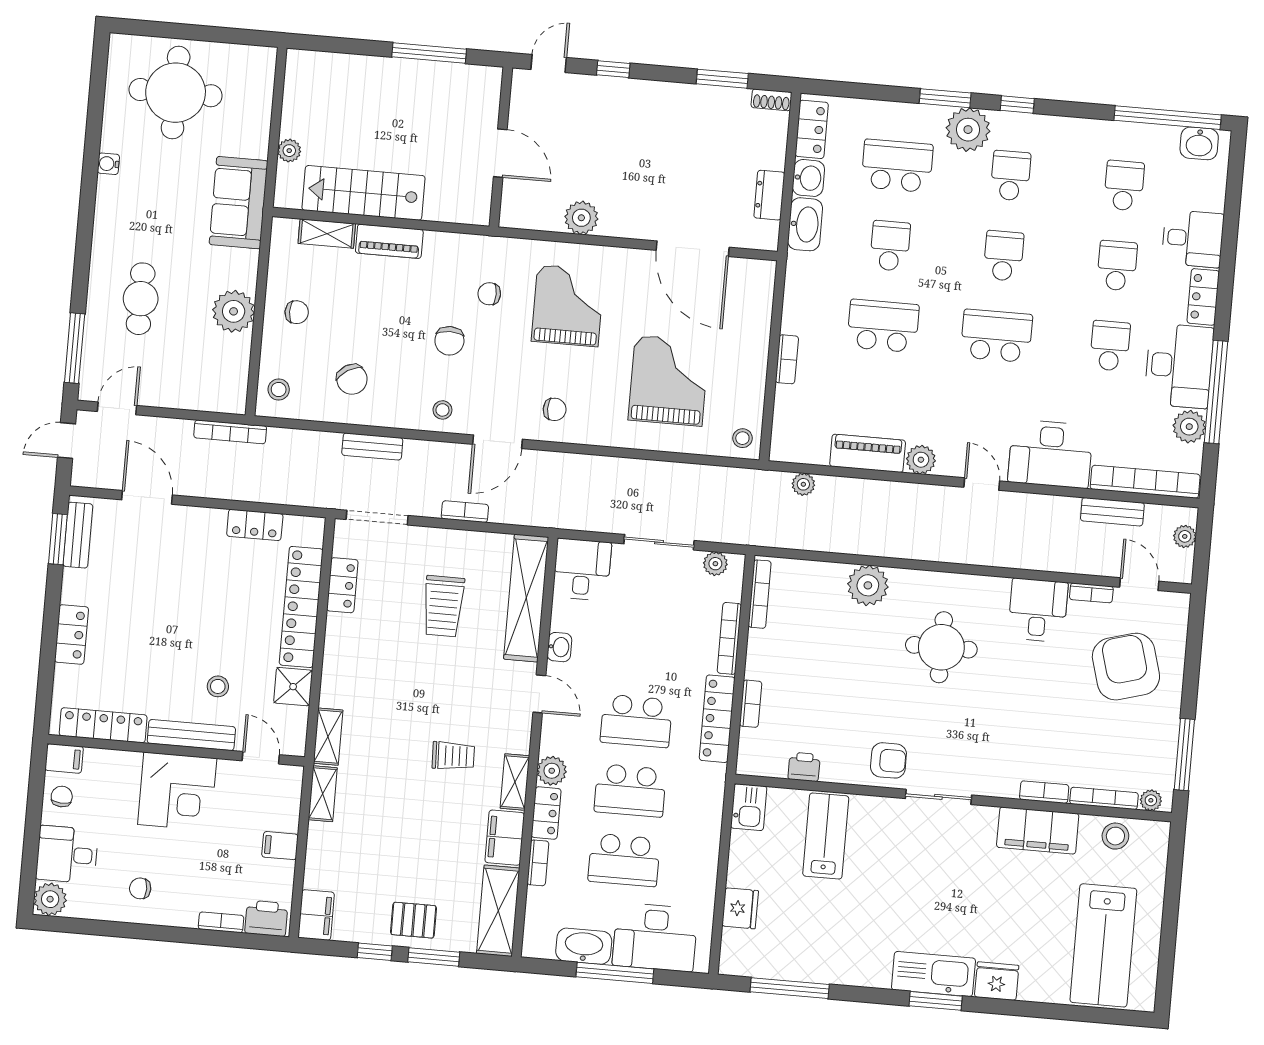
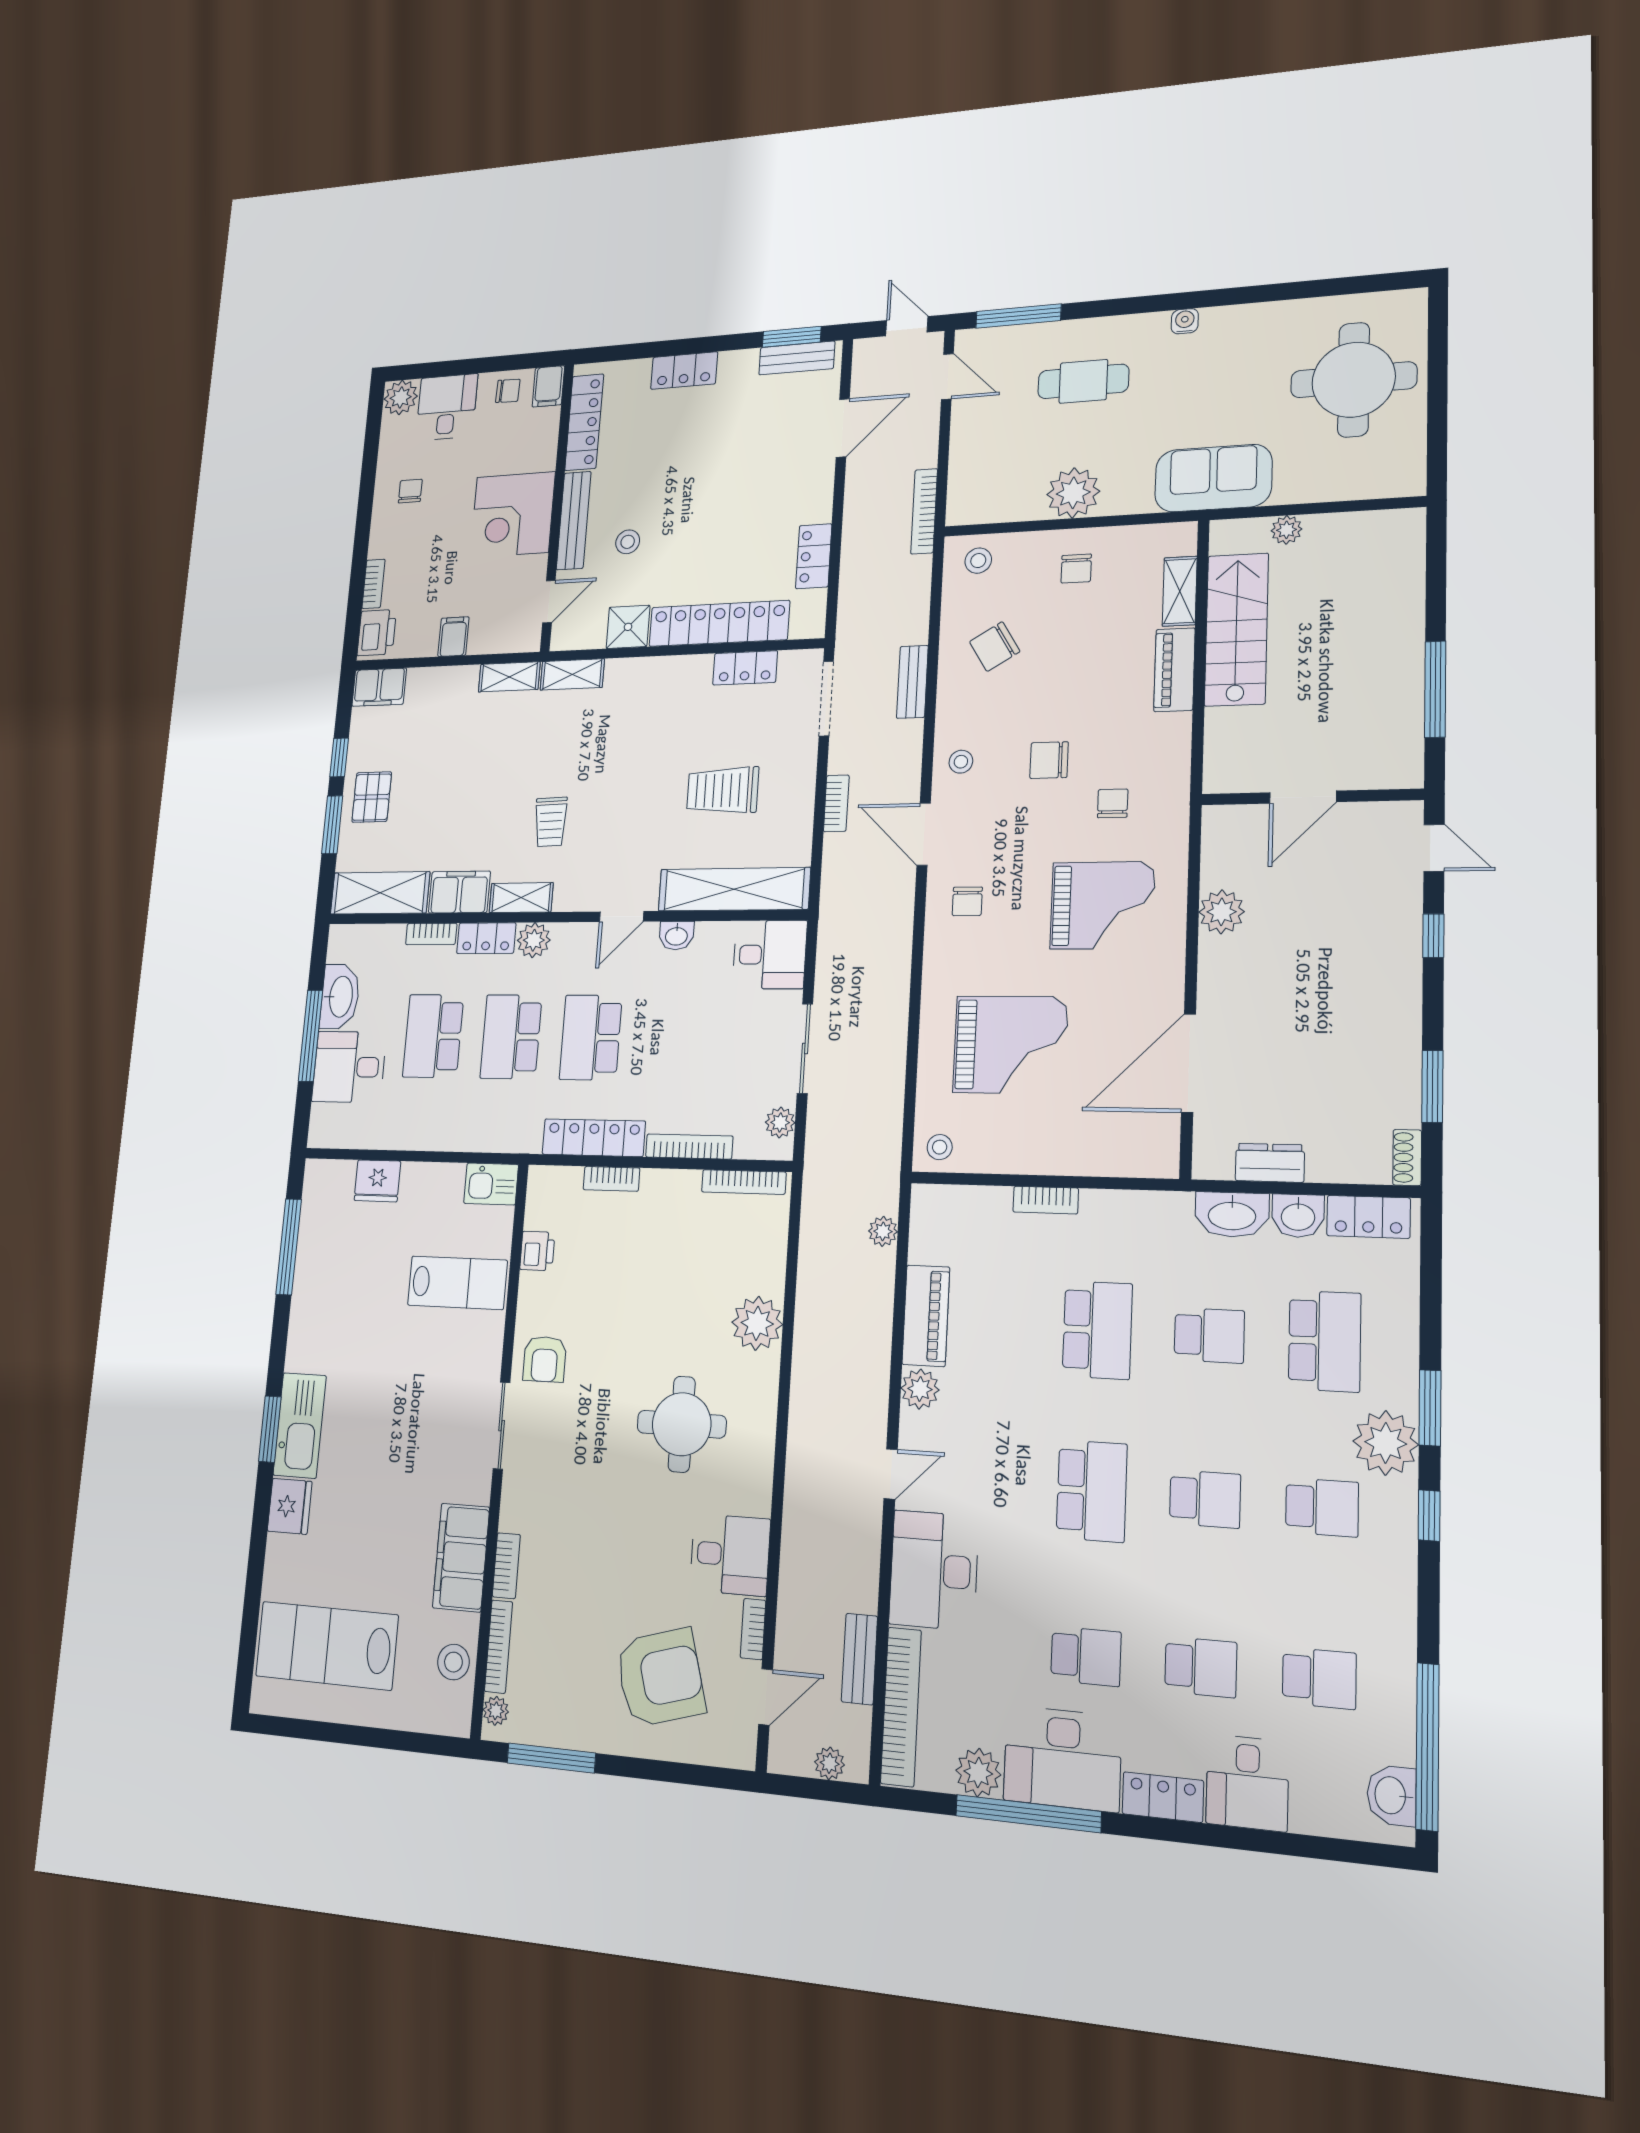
water cooler: (108, 164) -> (1185, 321), moved
desk: (655, 937) -> (349, 1067), width x0.73

